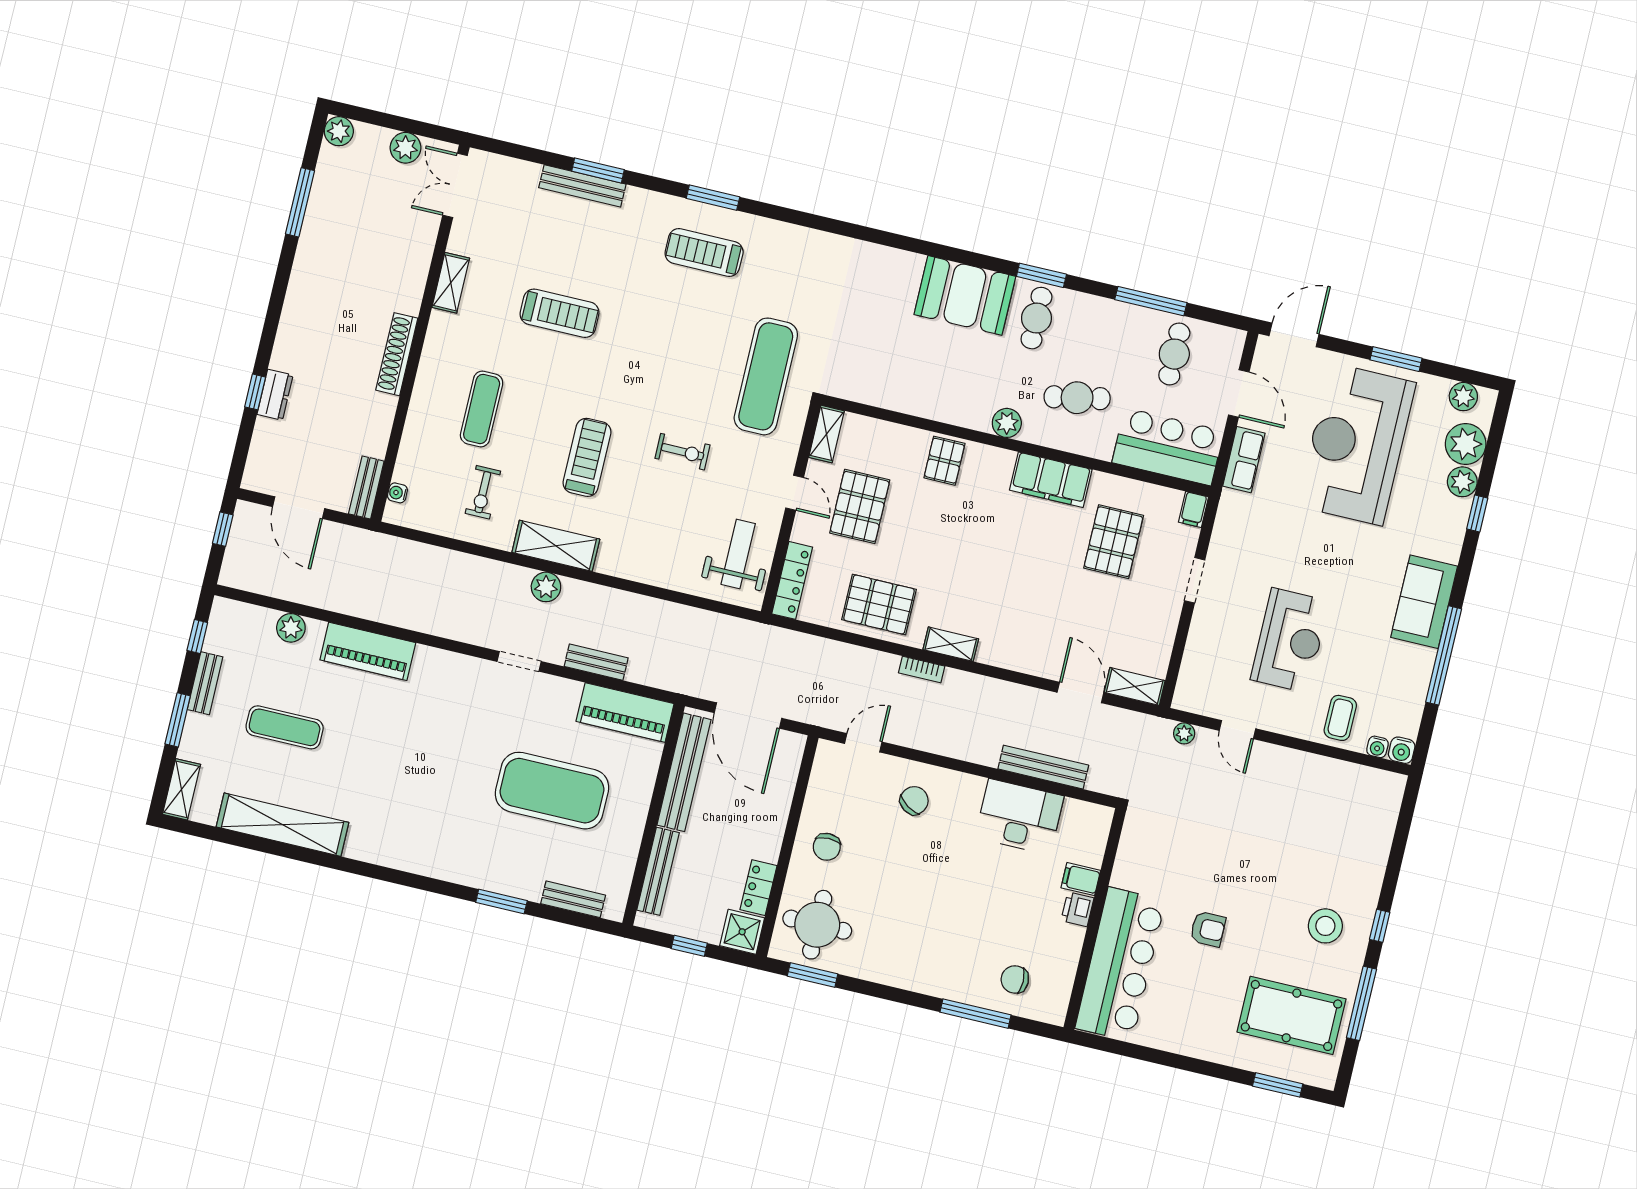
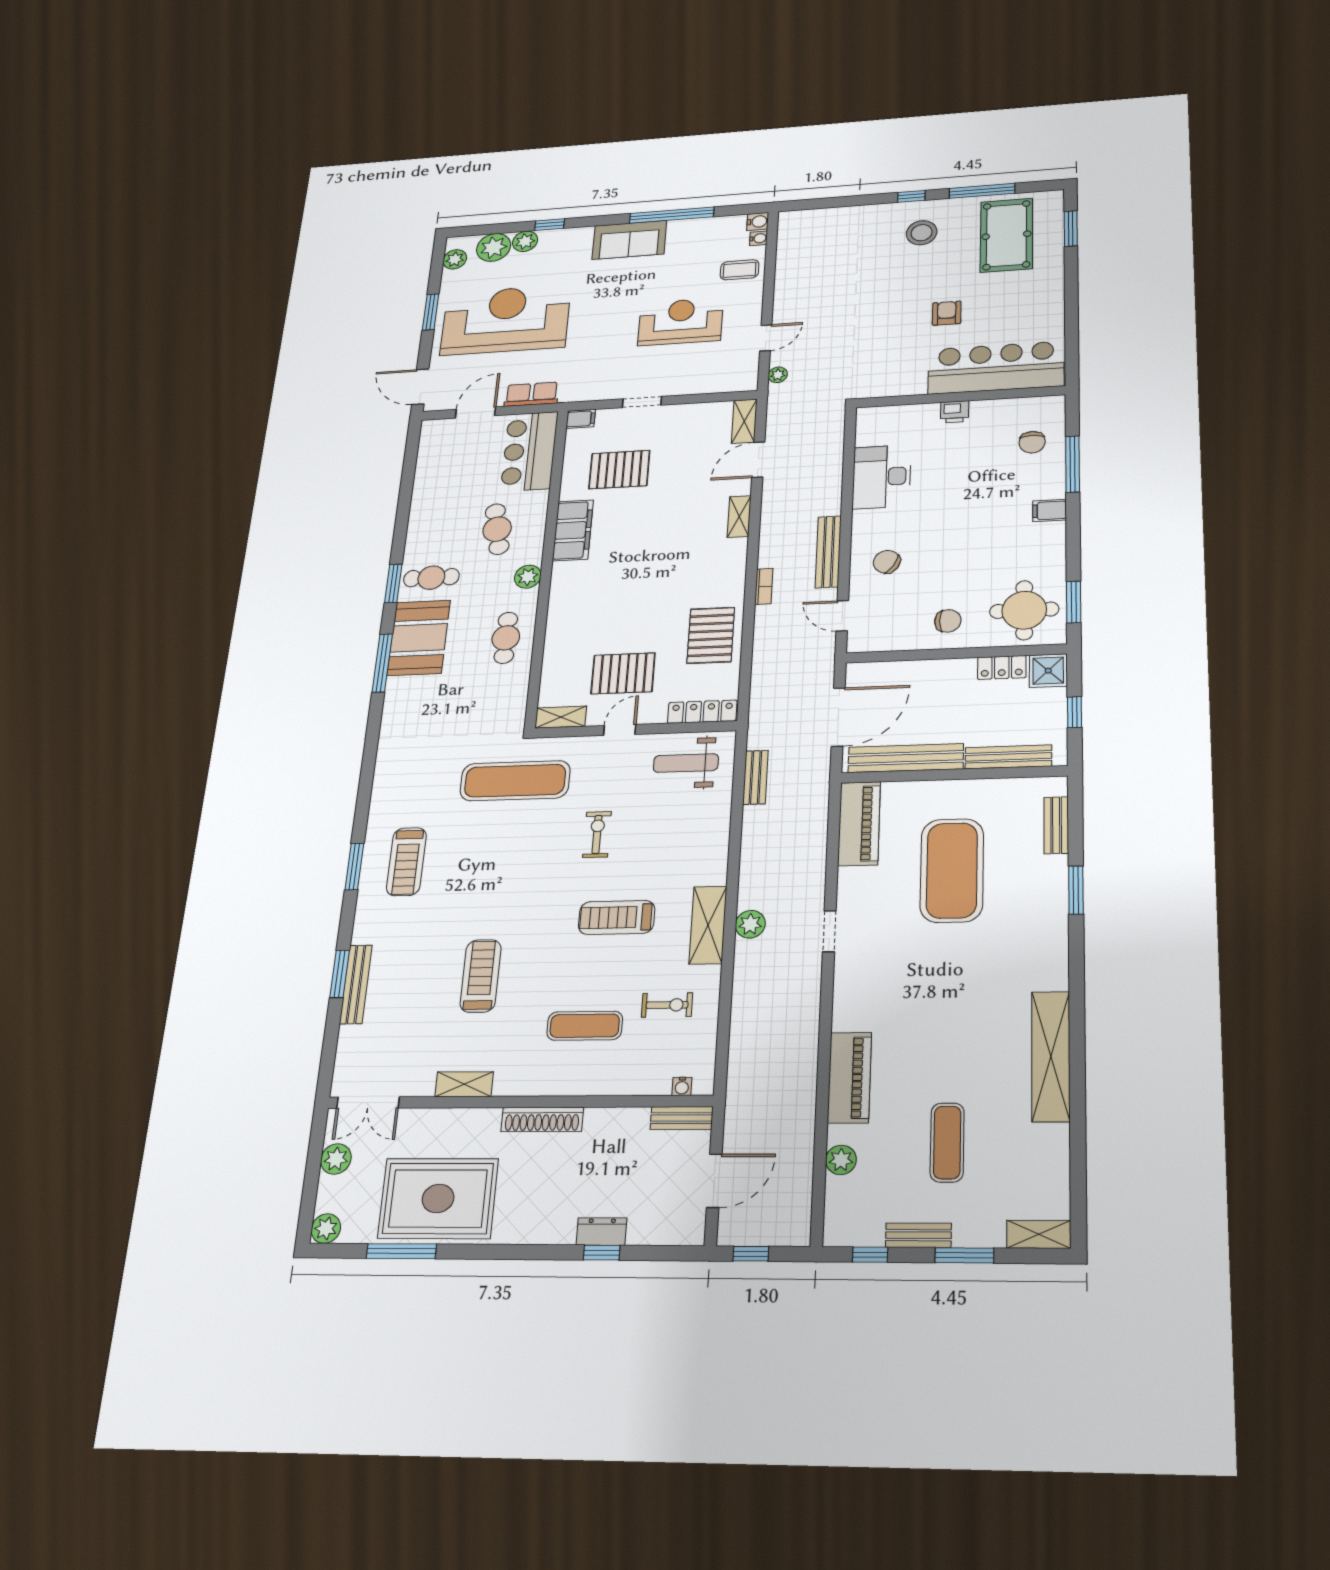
rug: (343, 244) -> (438, 1198), added
window: (1151, 301) -> (382, 663), moved
cafe table: (1174, 354) -> (506, 638), moved, turned 90
reception desk: (1356, 444) -> (506, 320), turned 180
pallet: (944, 461) -> (570, 616), removed
shelving: (951, 644) -> (739, 516), moved
bench: (596, 662) -> (755, 777), moved
bench: (1043, 767) -> (828, 552), moved
shelving: (283, 825) -> (1051, 1056), moved
filing cabinet: (1081, 879) -> (1049, 511), moved, turned 90

